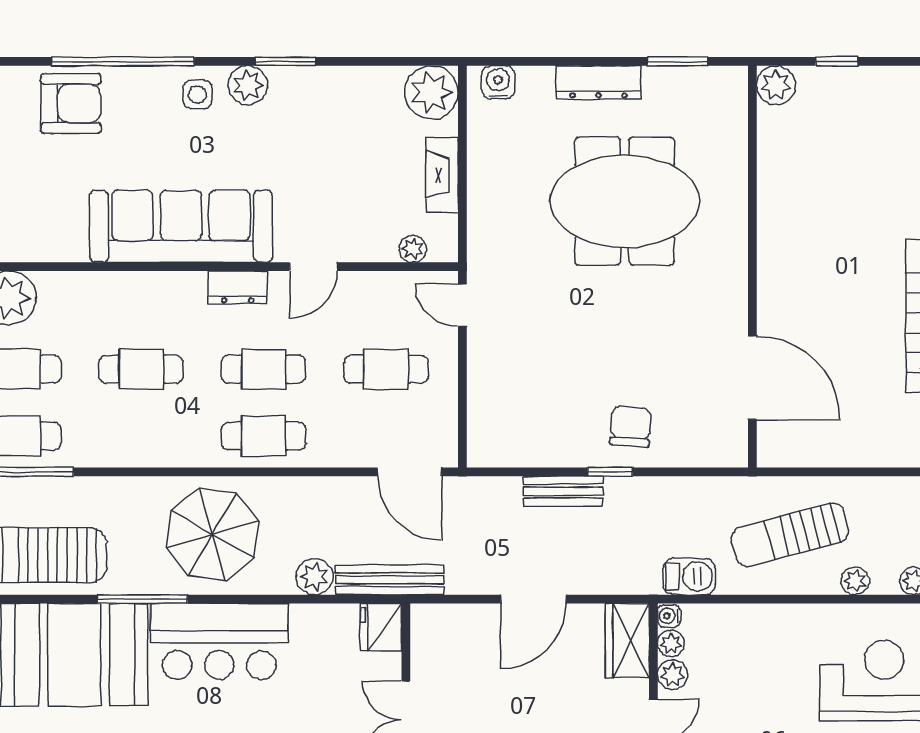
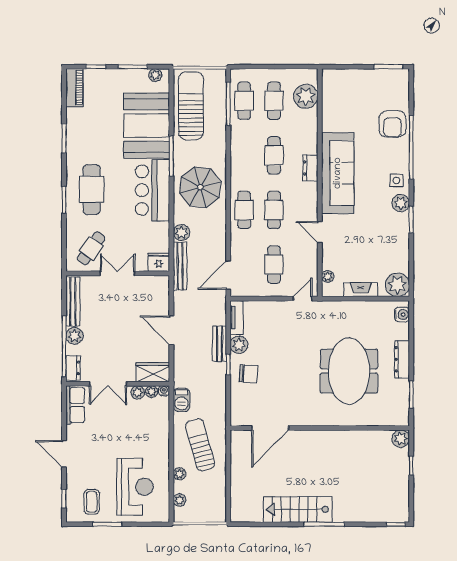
dresser: (238, 287) -> (310, 168), moved
plant: (566, 448) -> (239, 345), added
tv unit: (505, 453) -> (237, 318), added

